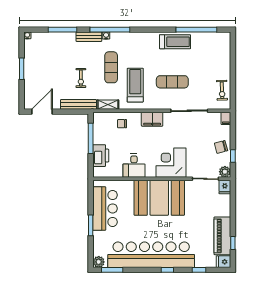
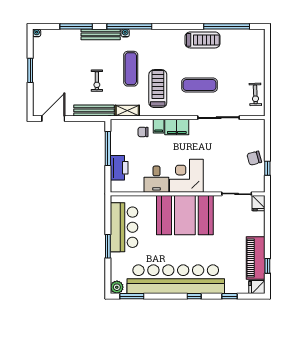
bench: (89, 37) -> (101, 34), width x1.36
filing cabinet: (226, 118) -> (159, 126), moved
corner desk: (171, 163) -> (186, 176), moved
plant: (225, 172) -> (259, 186), removed

